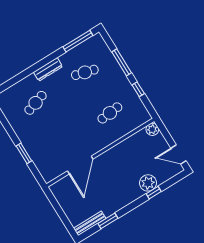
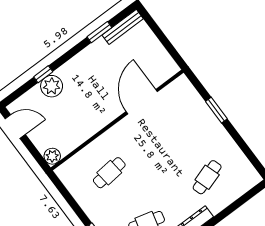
window: (138, 89) -> (75, 207), removed

